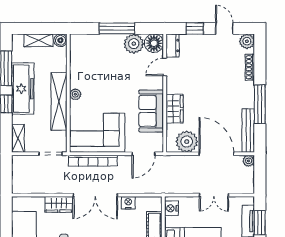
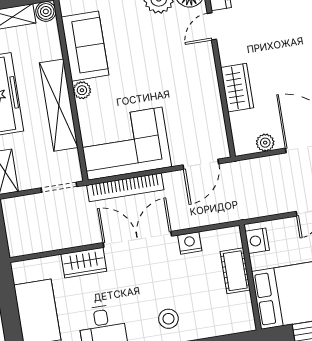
sofa: (151, 111) -> (85, 46), moved, turned 180
plant: (187, 142) -> (265, 143), width x0.53, depth x0.53
double door: (95, 195) -> (137, 239), swing flipped

